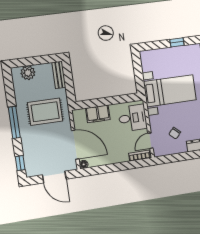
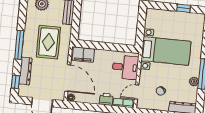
rug: (45, 112) -> (48, 42), turned 90
filing cabinet: (98, 114) -> (83, 55), moved
dresser: (28, 149) -> (25, 71), added
printer: (121, 156) -> (106, 99), added

